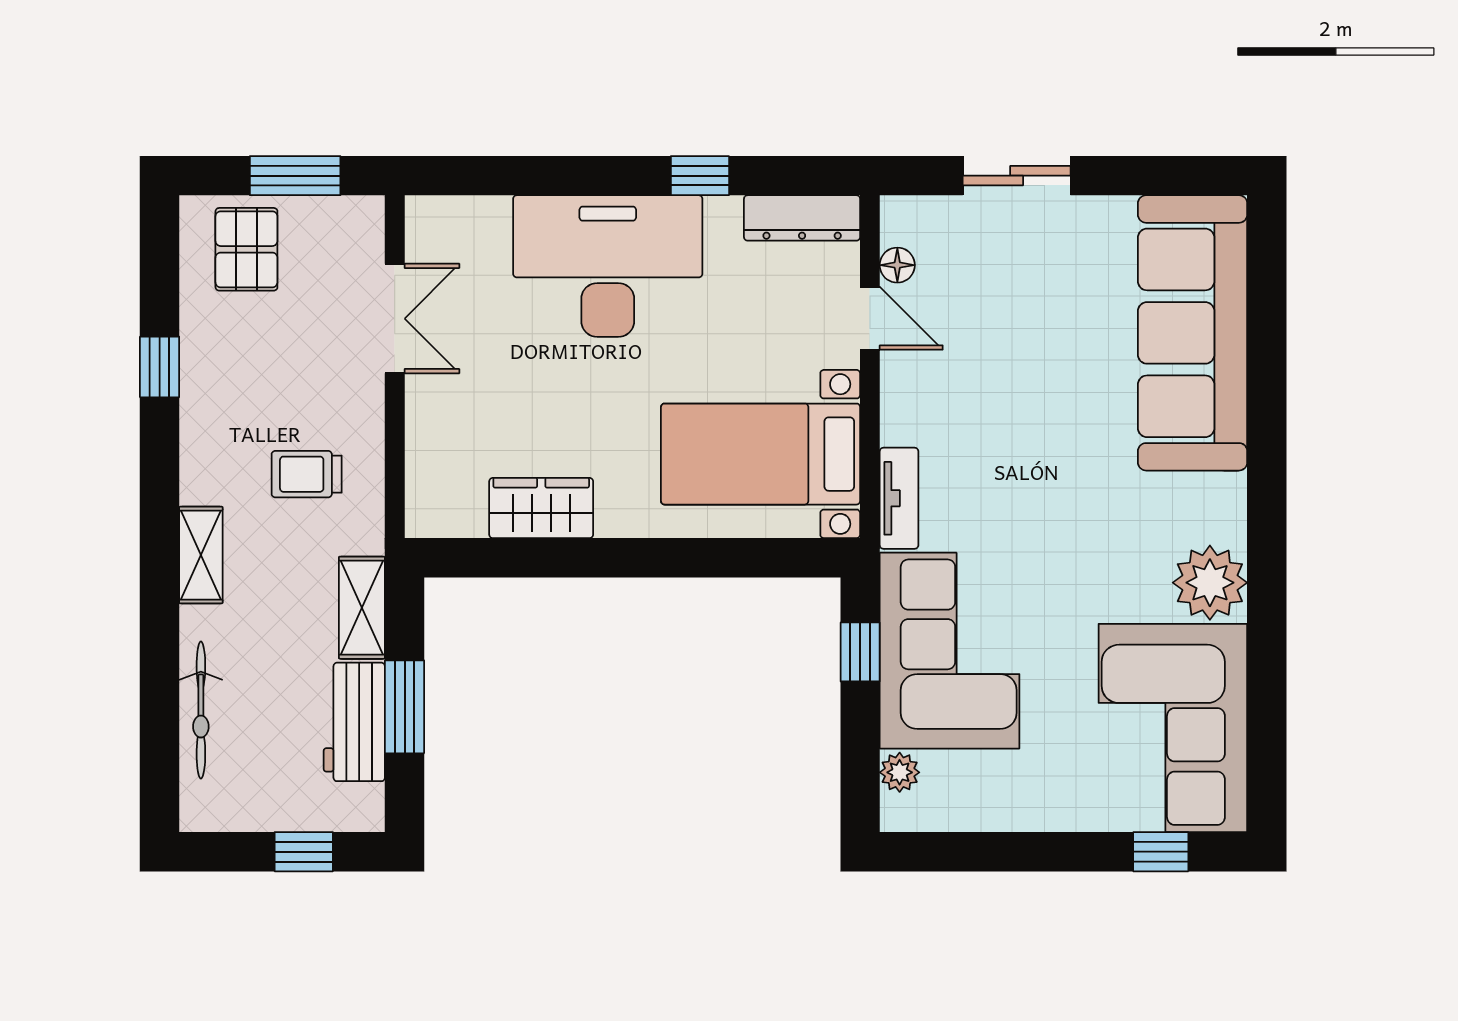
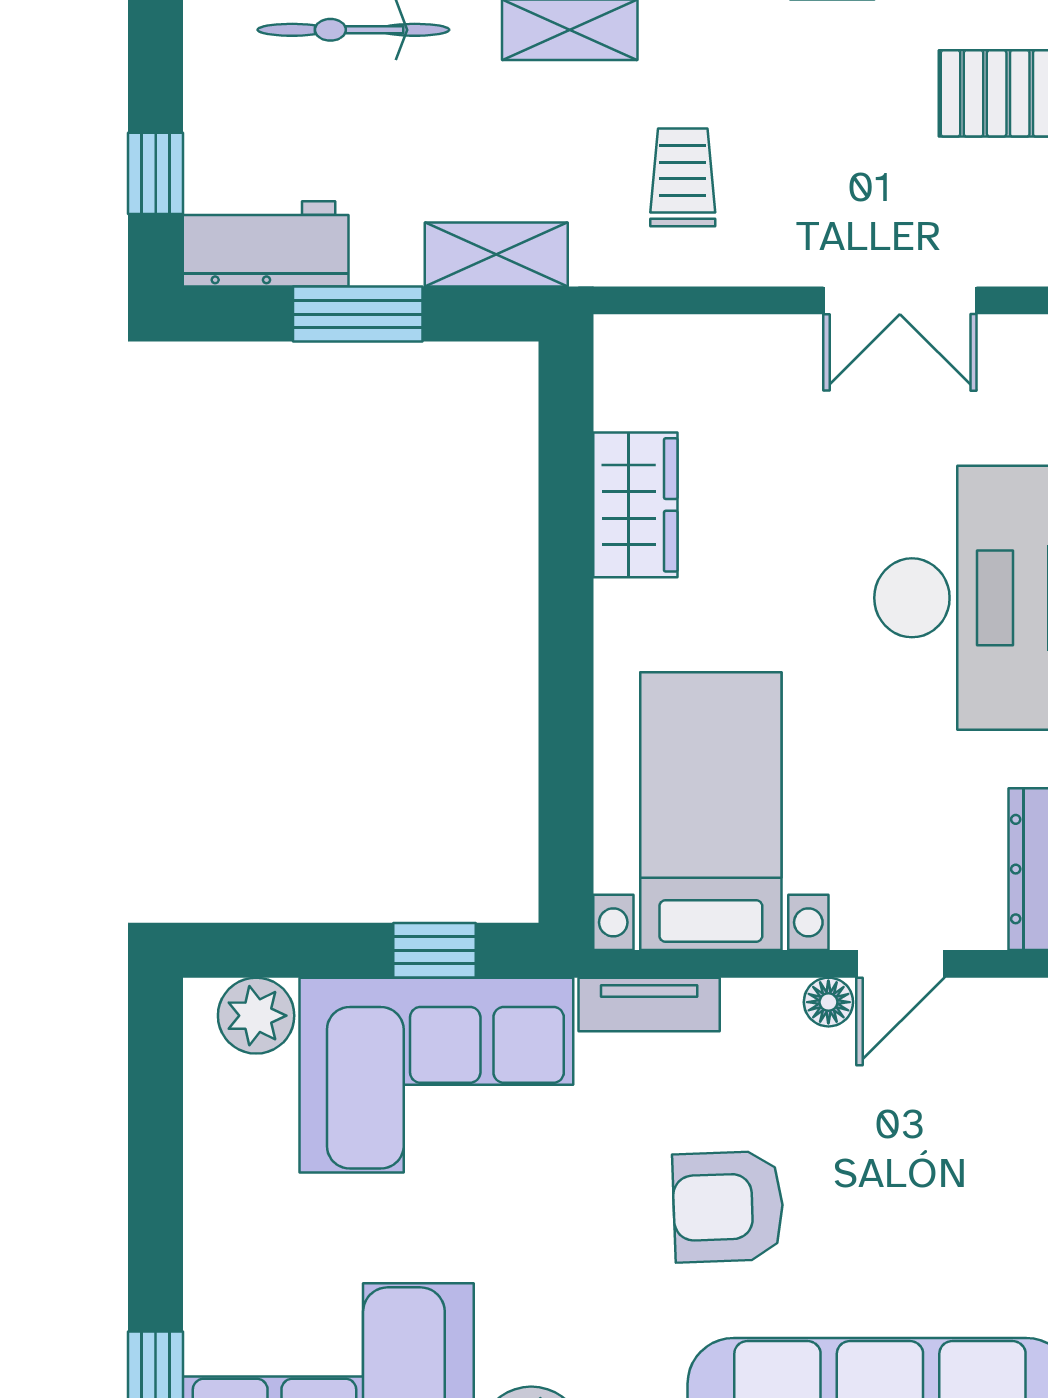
floor lamp: (897, 265) -> (828, 1002), moved
armchair: (1044, 442) -> (728, 1207), added
workbench: (354, 722) -> (266, 244), moved
plant: (900, 772) -> (256, 1016), width x1.38, depth x1.38

